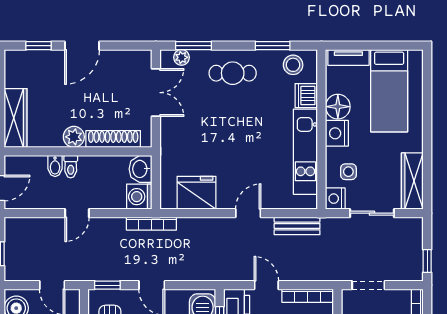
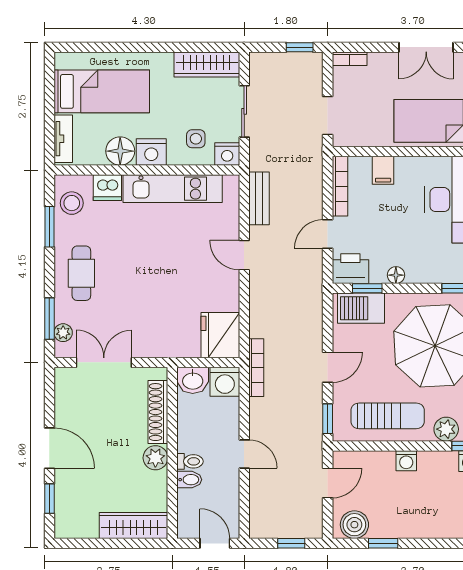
fridge: (197, 193) -> (220, 335), moved

